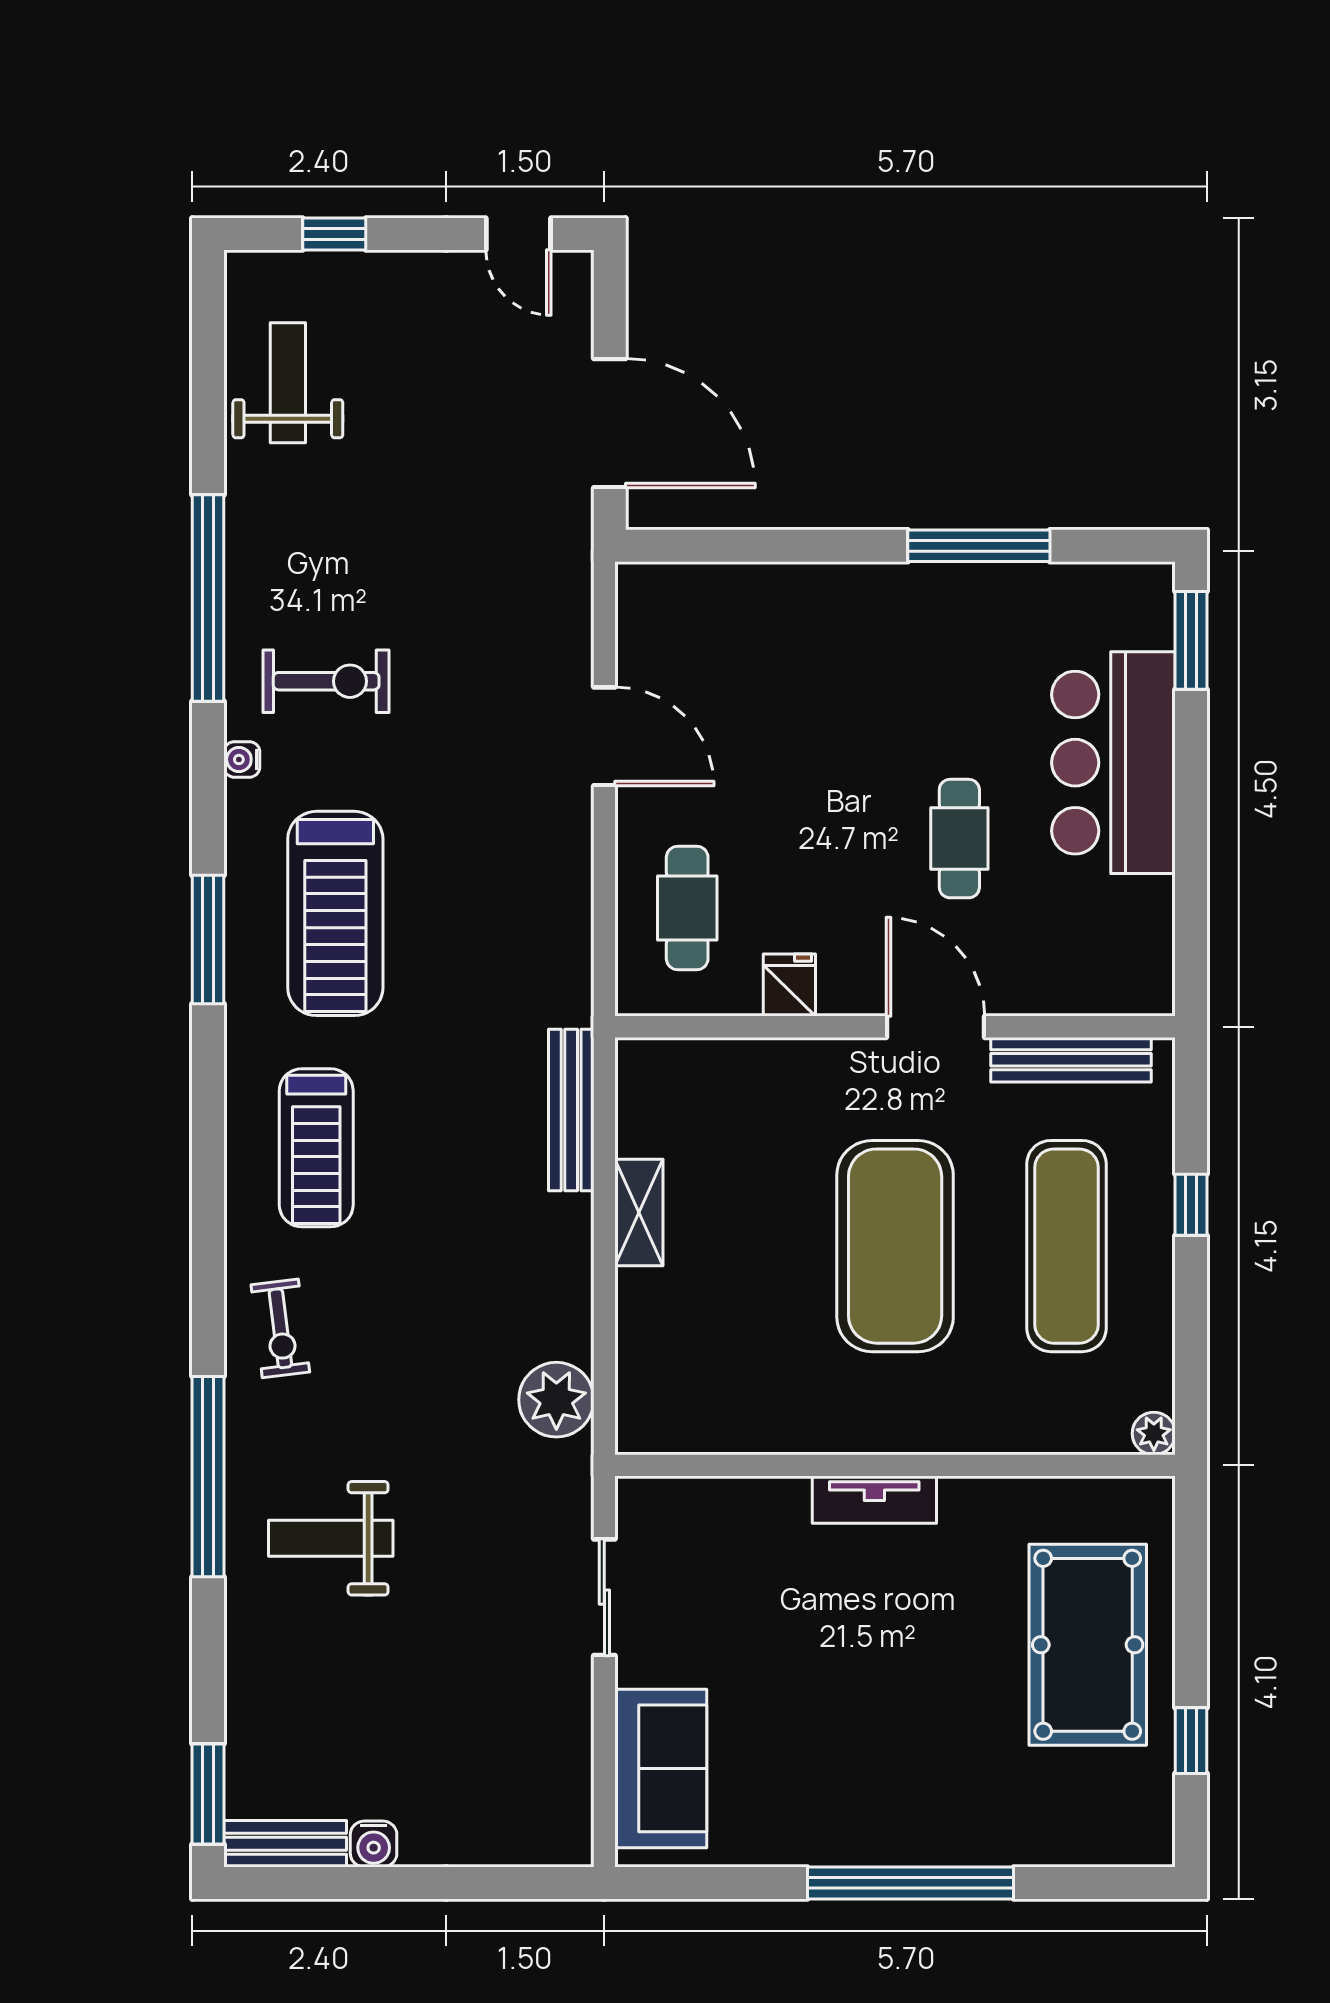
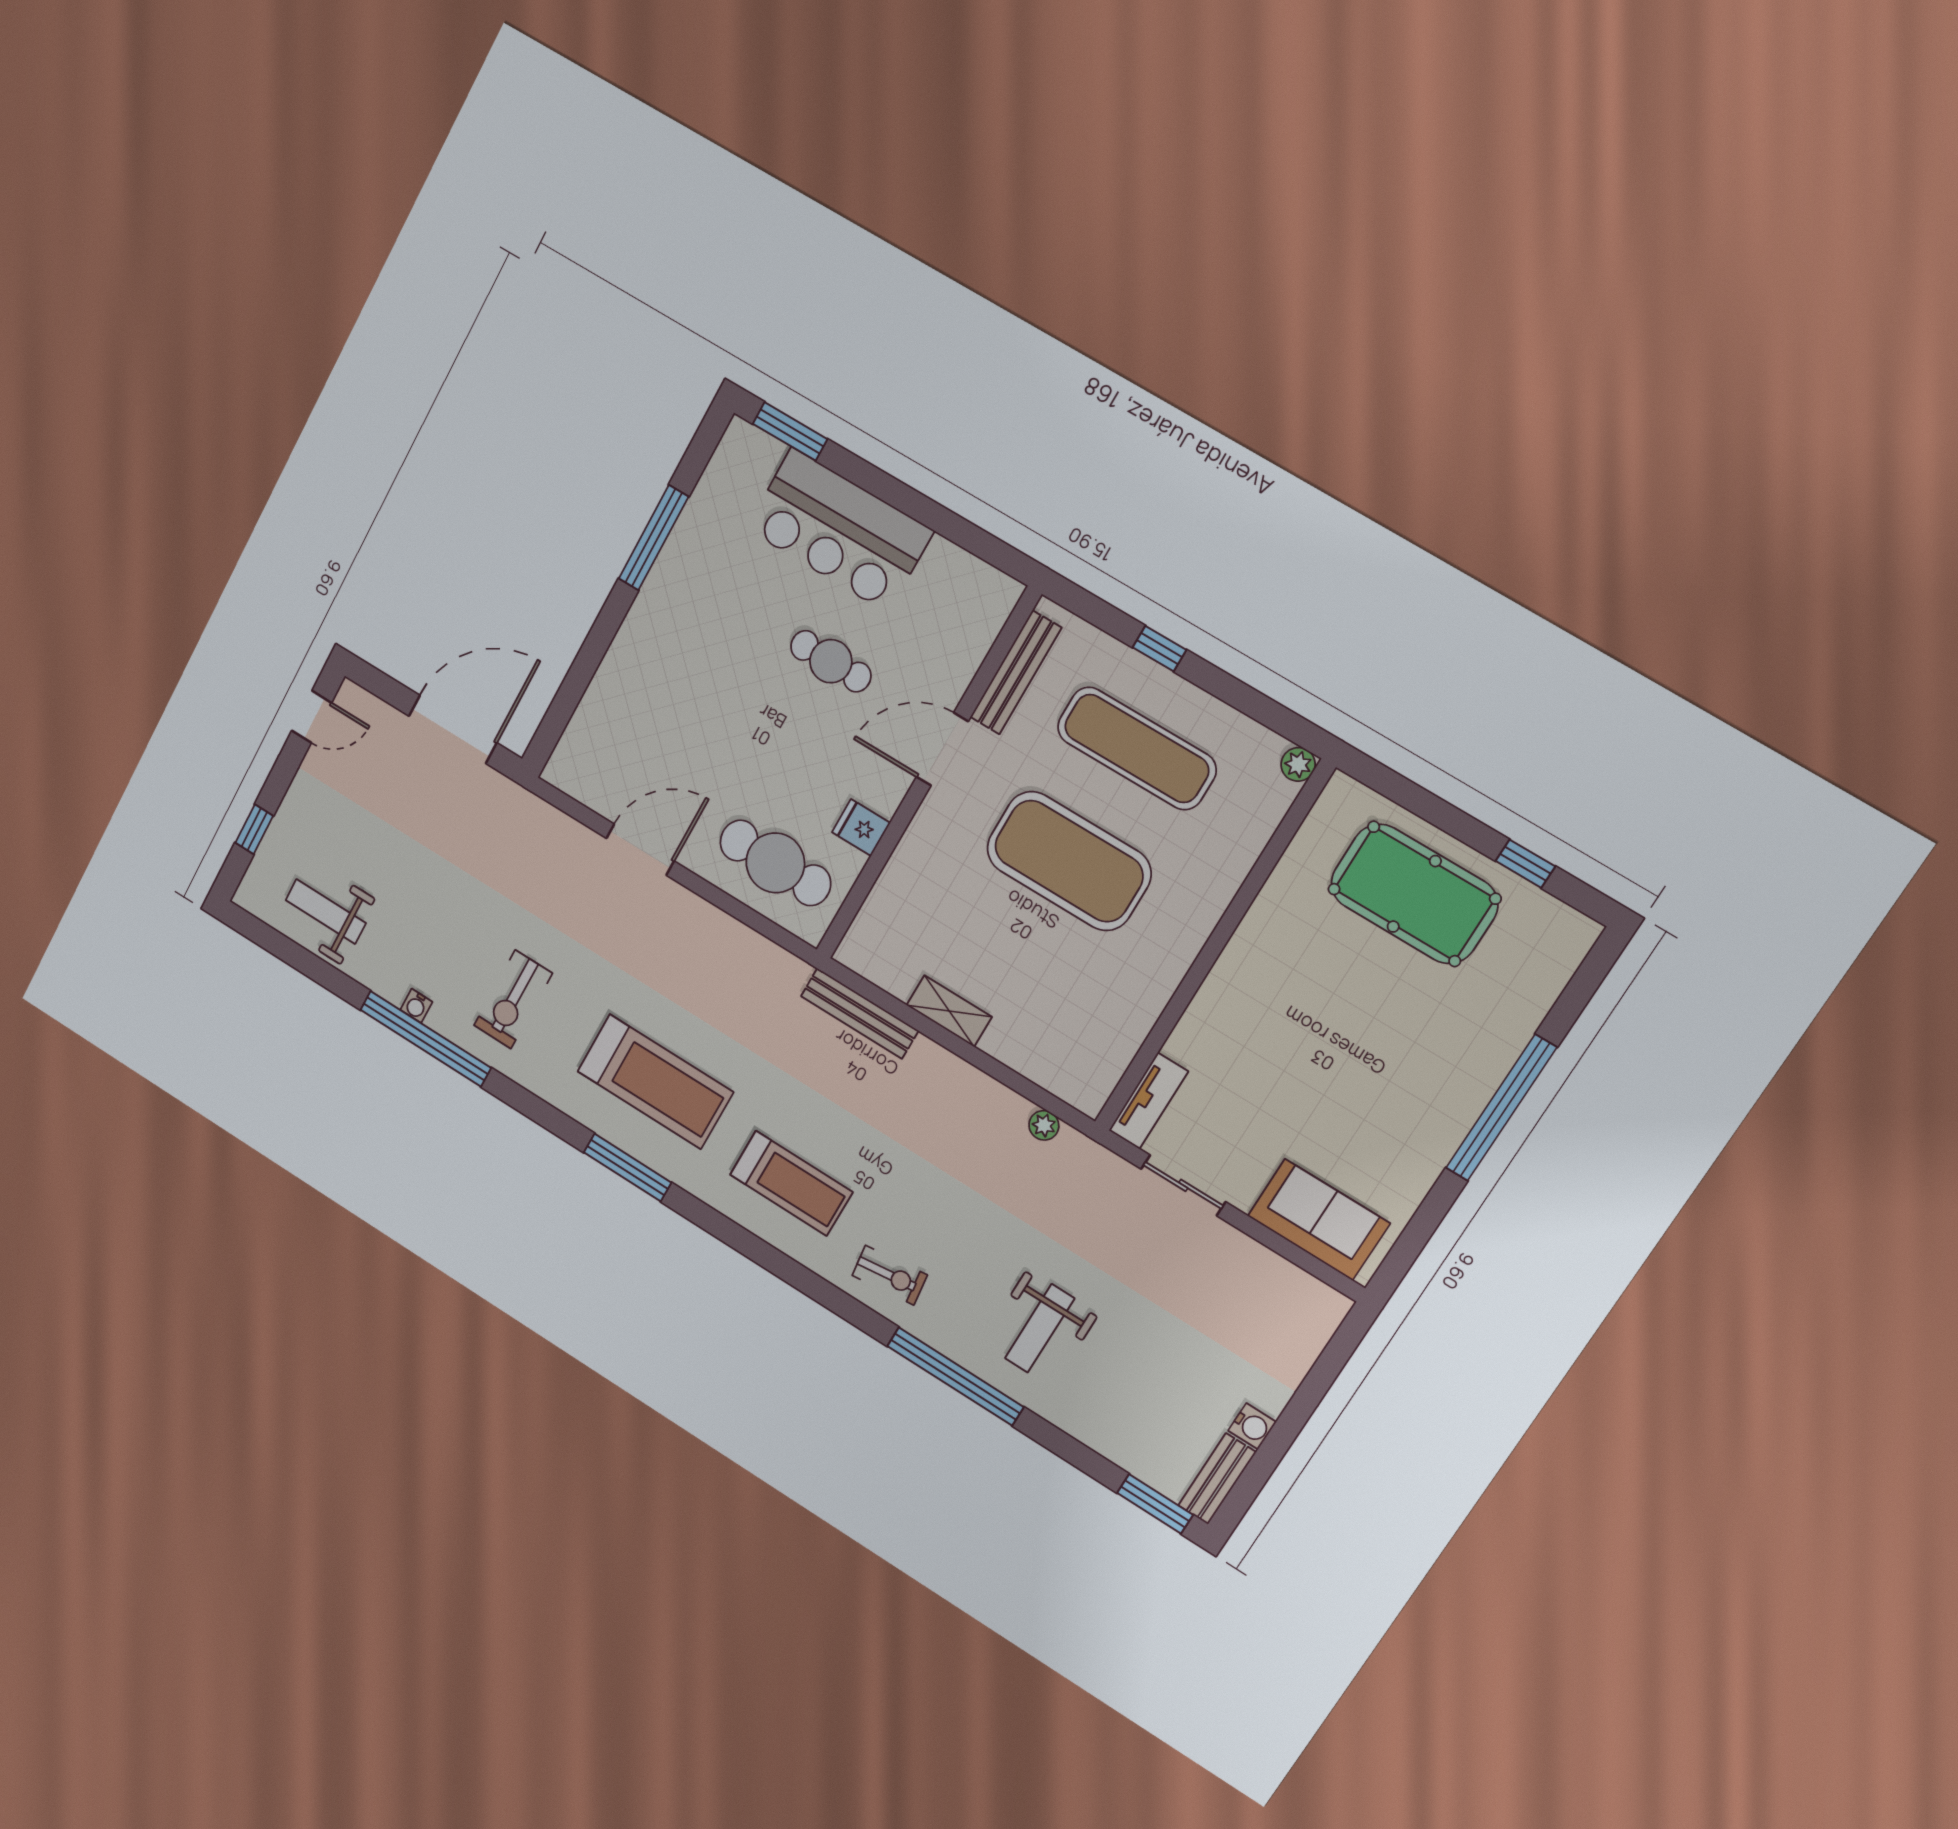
exercise bike: (326, 681) -> (513, 999), turned 180
water cooler: (242, 759) -> (416, 1006), moved
cafe table: (687, 908) -> (775, 863), width x1.37, depth x1.35
plant: (556, 1400) -> (1044, 1125), width x0.53, depth x0.53
tv unit: (874, 1500) -> (1148, 1101), moved

